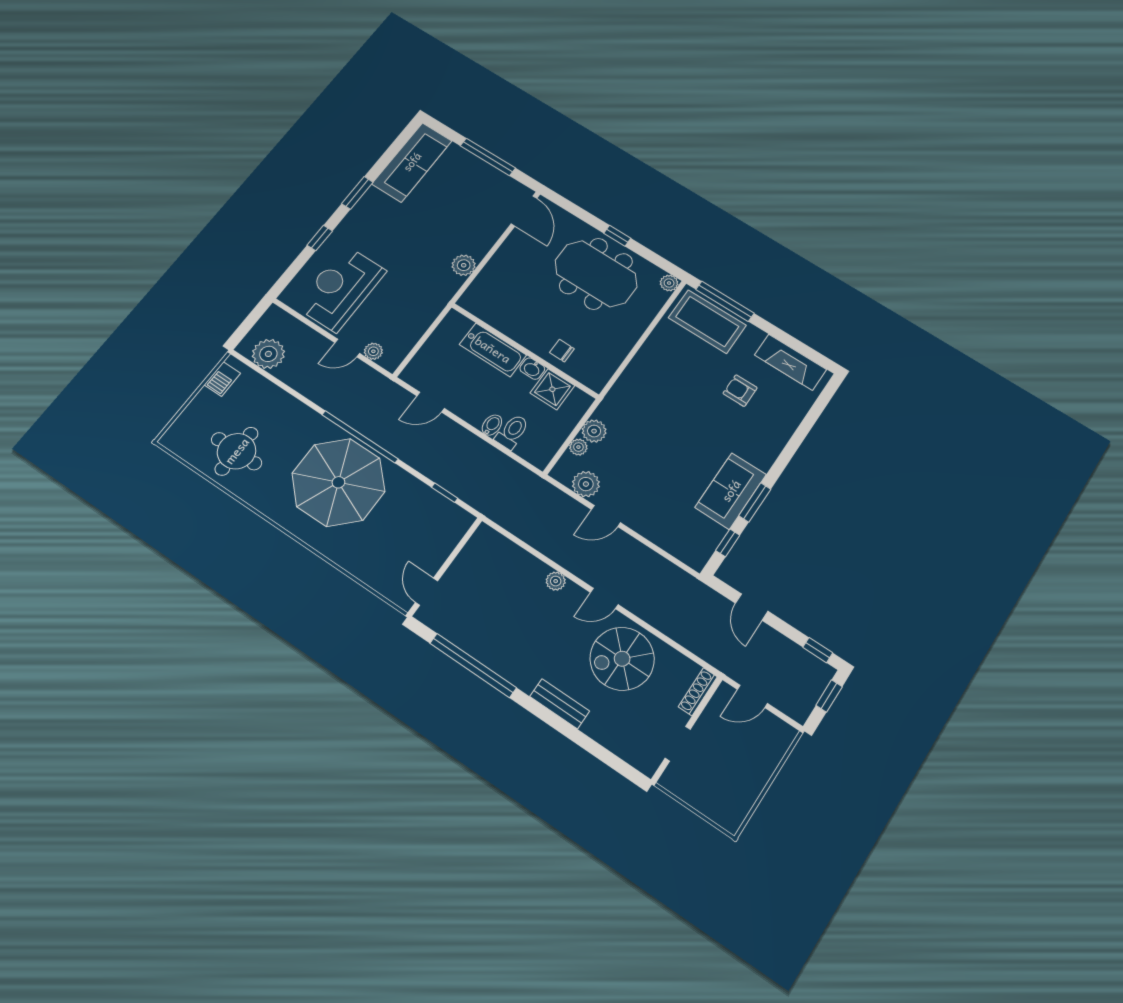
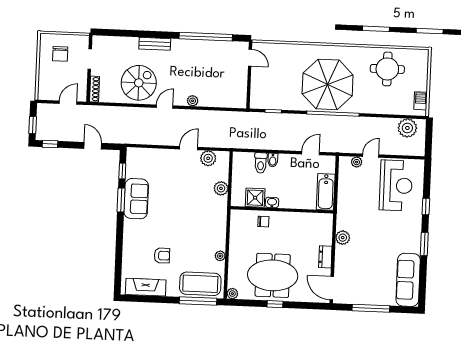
dresser: (505, 255) -> (325, 257), added
bathtub: (493, 350) -> (326, 192), moved, turned -90
plant: (578, 447) -> (220, 256), moved
chair: (721, 782) -> (60, 54), added

